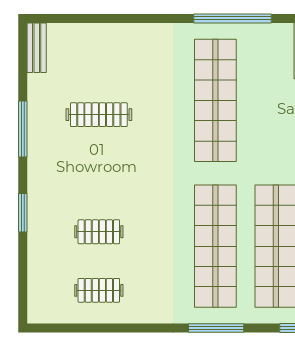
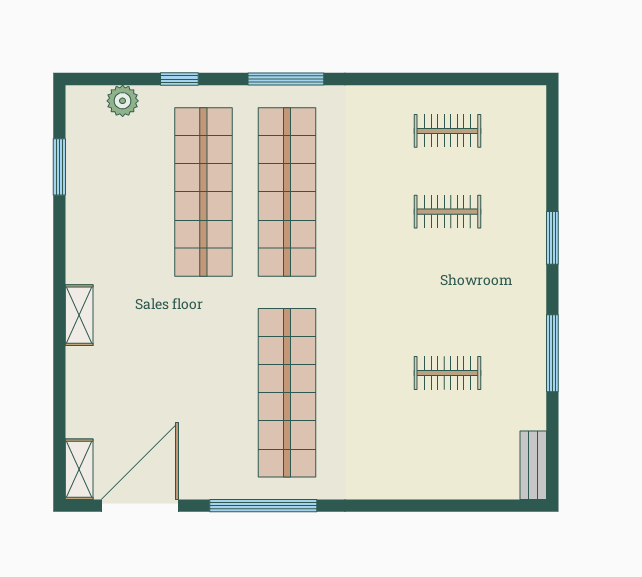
clothes rail: (99, 115) -> (447, 373), width x0.73

